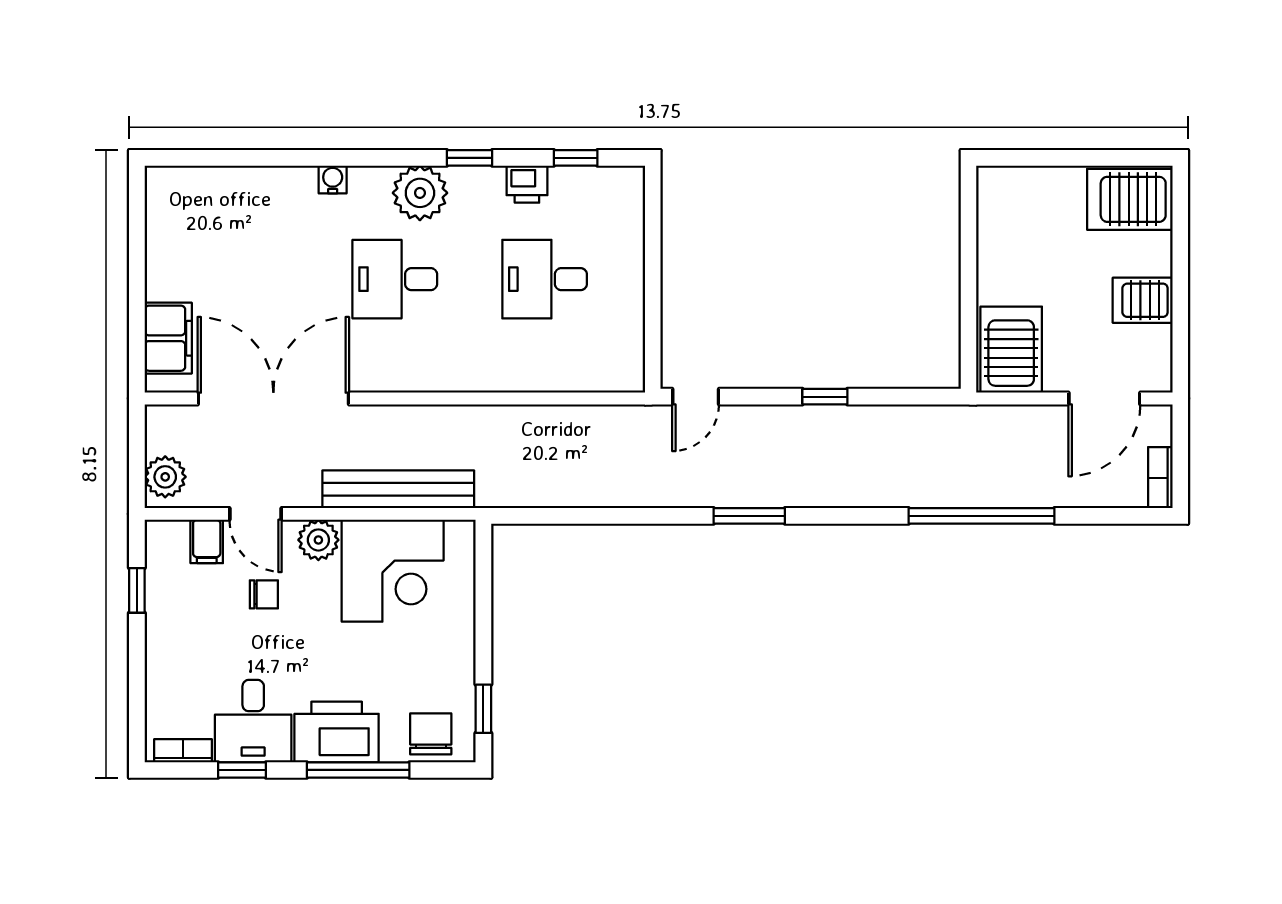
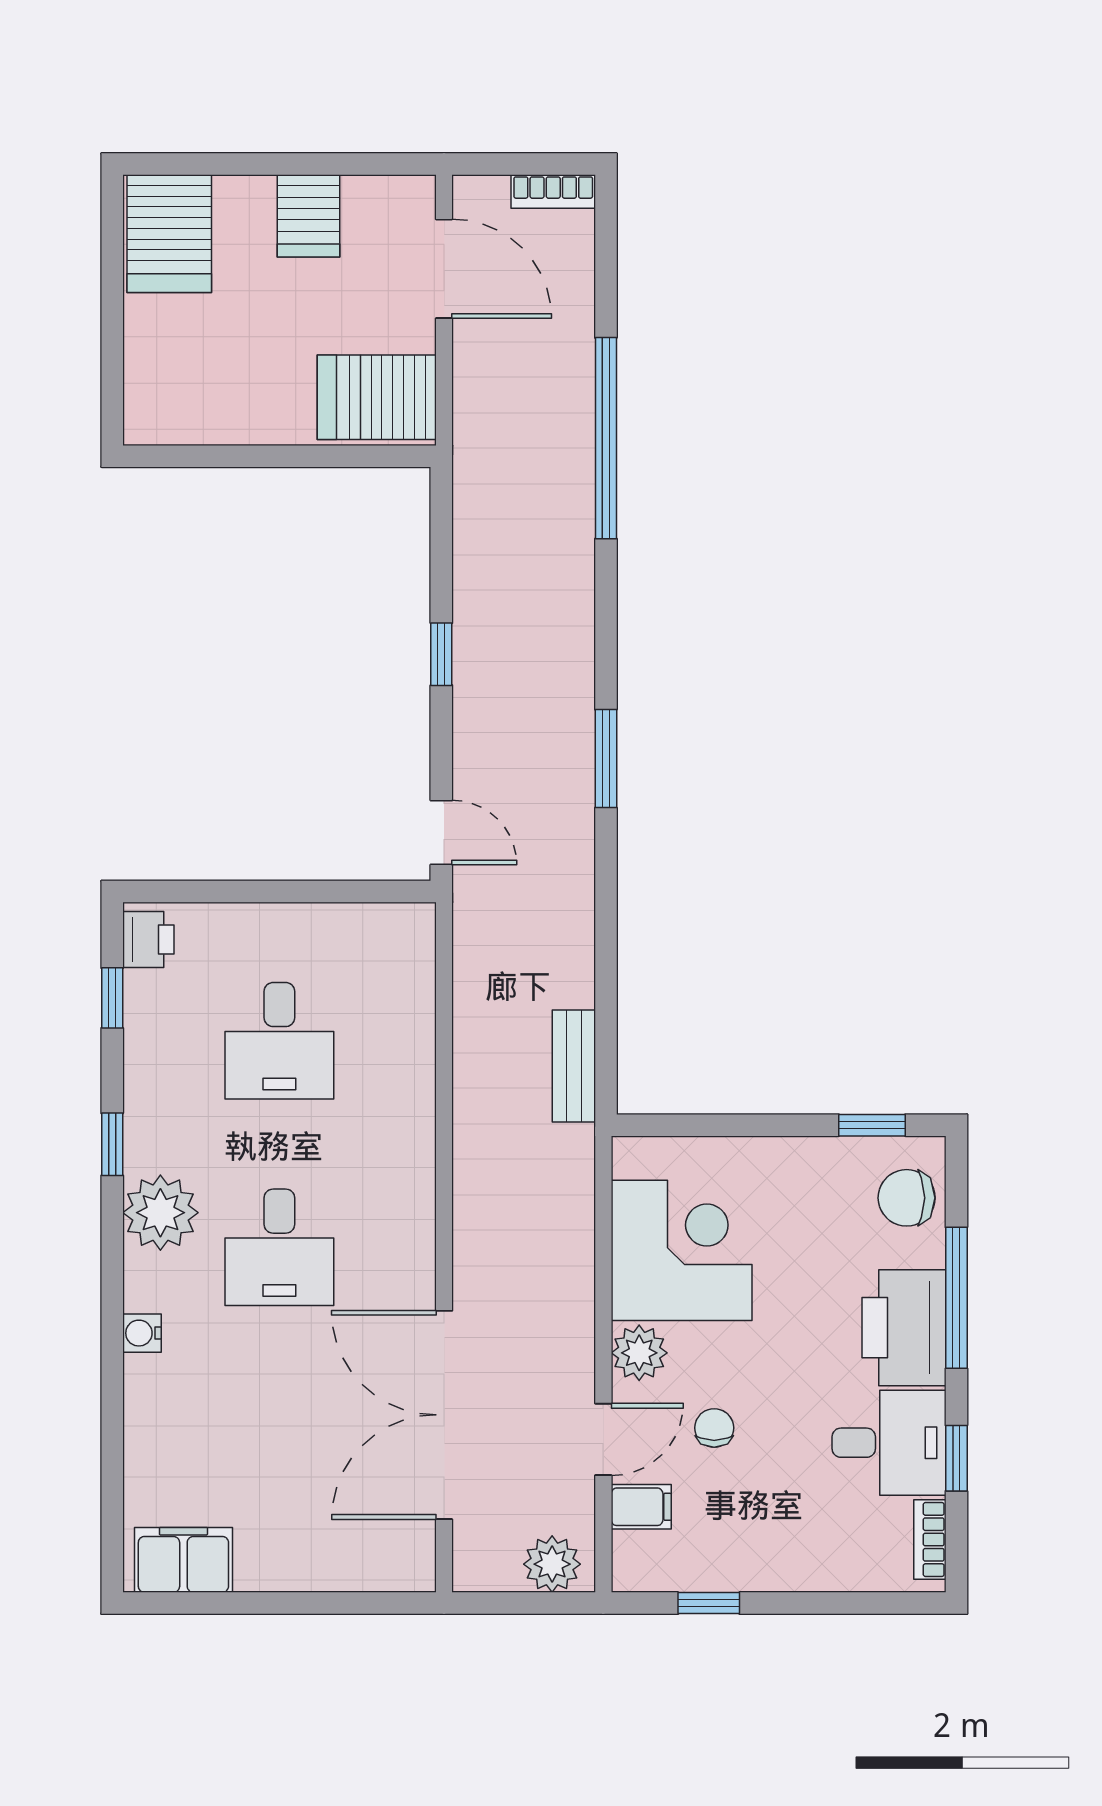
printer: (527, 184) -> (148, 939), moved
filing cabinet: (168, 338) -> (183, 1560), moved
bench: (398, 489) -> (574, 1066), moved, width x0.54, depth x0.82

